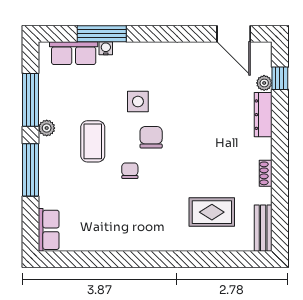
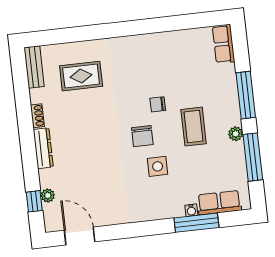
dresser: (263, 115) -> (43, 148), moved
chair: (130, 171) -> (158, 104), turned 90

